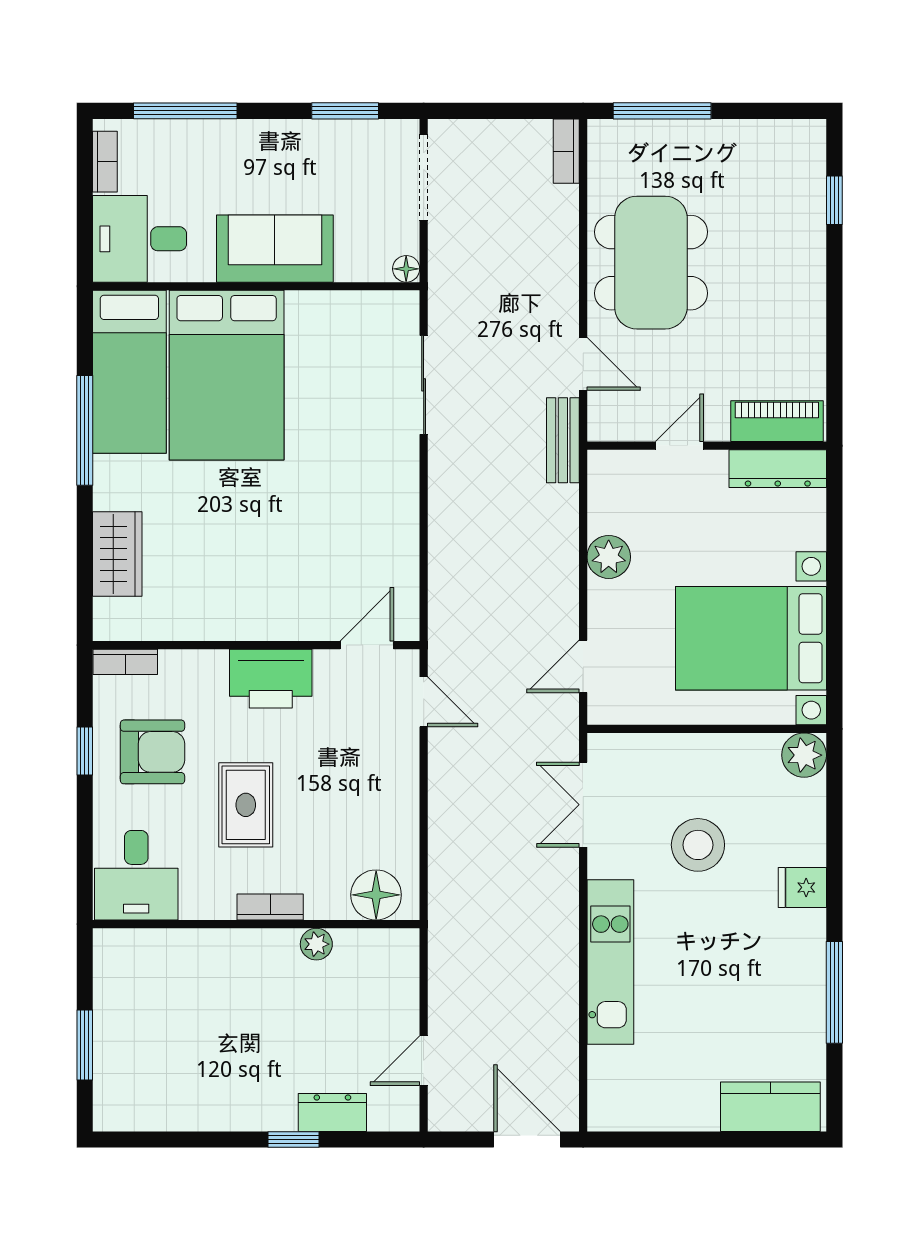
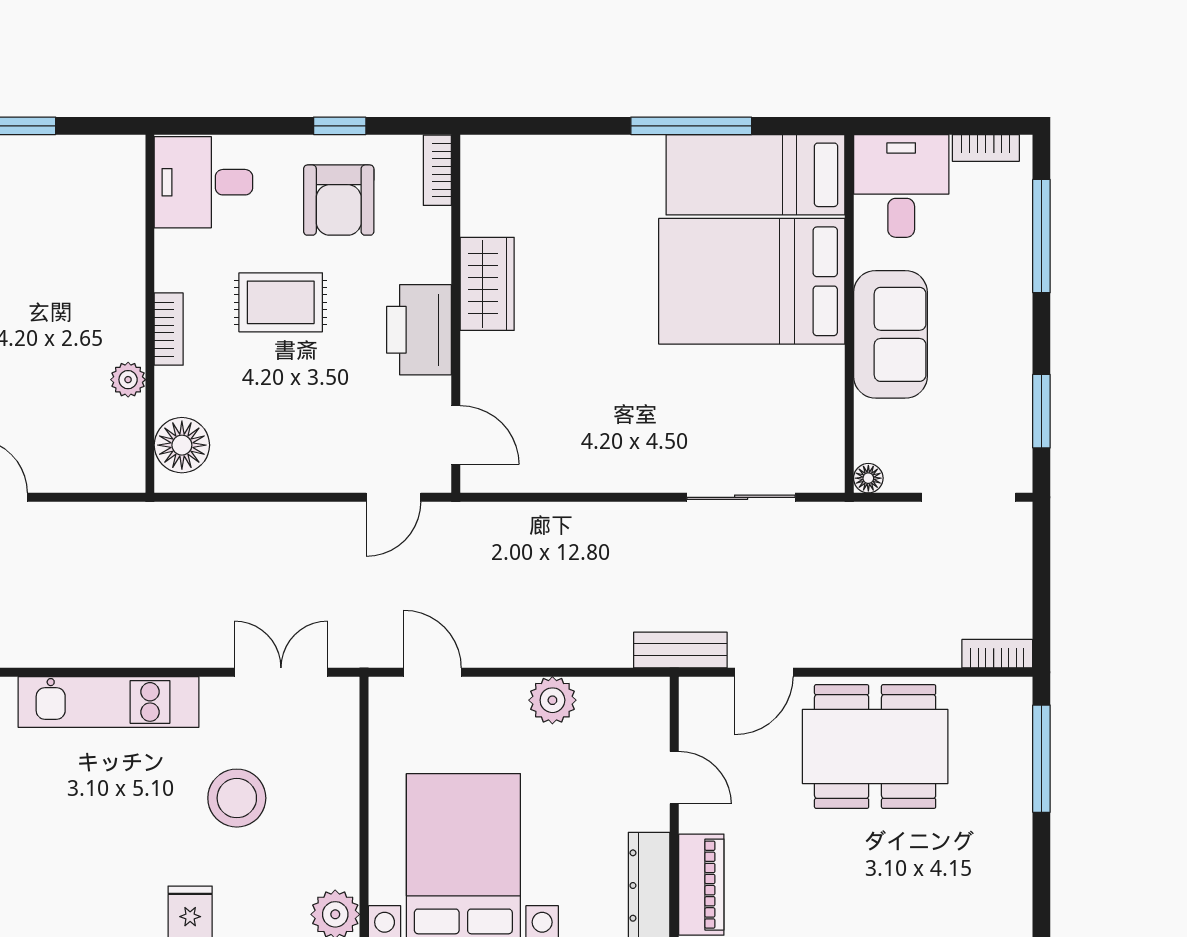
wardrobe: (117, 554) -> (487, 284), moved, turned -90

